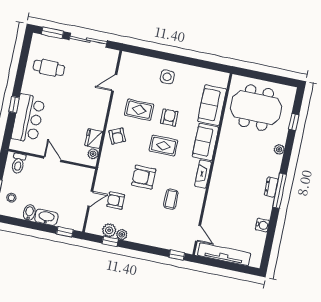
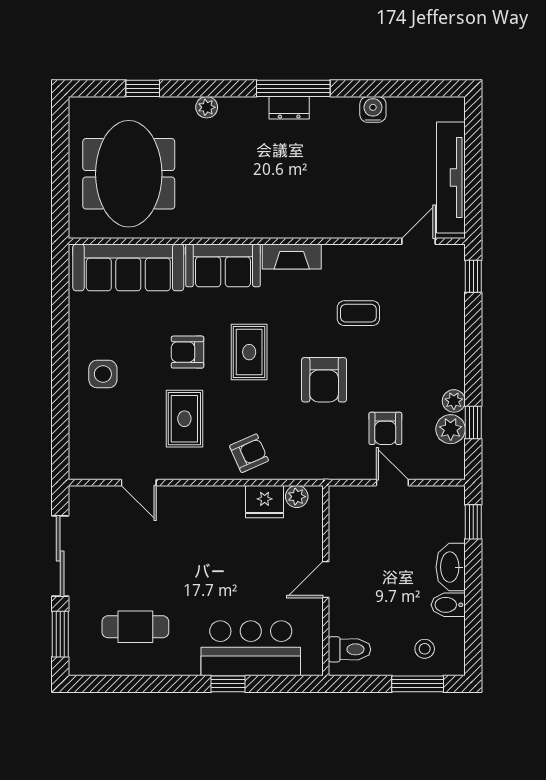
cafe table: (49, 68) -> (135, 627), turned 90
sofa: (212, 105) -> (128, 267), width x1.36

